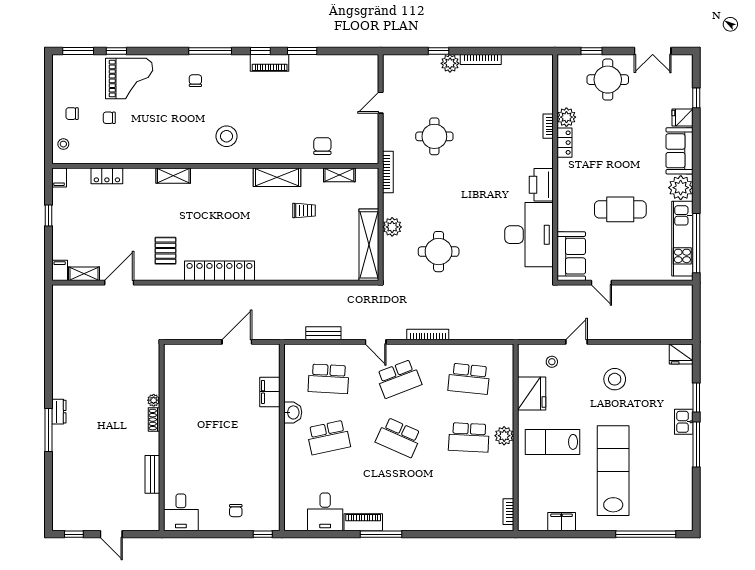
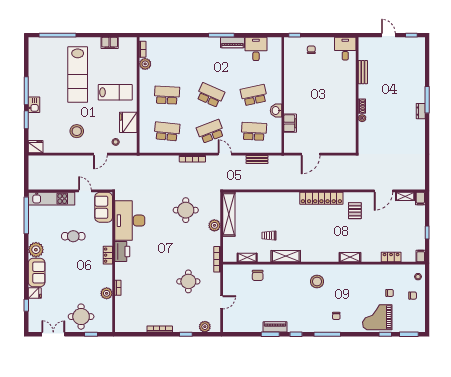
piano: (270, 63) -> (275, 327), moved
plant: (450, 63) -> (205, 327), moved
locker: (564, 143) -> (108, 255), moved
cafe table: (620, 209) -> (73, 236), width x0.73, depth x0.74
kitchen unit: (682, 239) -> (52, 199), moved, turned 90
plant: (504, 436) -> (145, 64), moved

